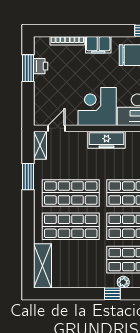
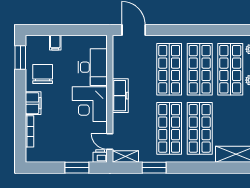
printer: (41, 66) -> (100, 156), moved
window: (28, 68) -> (77, 168), moved

